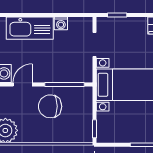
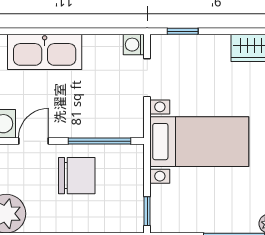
washing machine: (61, 23) -> (134, 45), moved, turned 90
chair: (50, 106) -> (77, 176), turned 180

